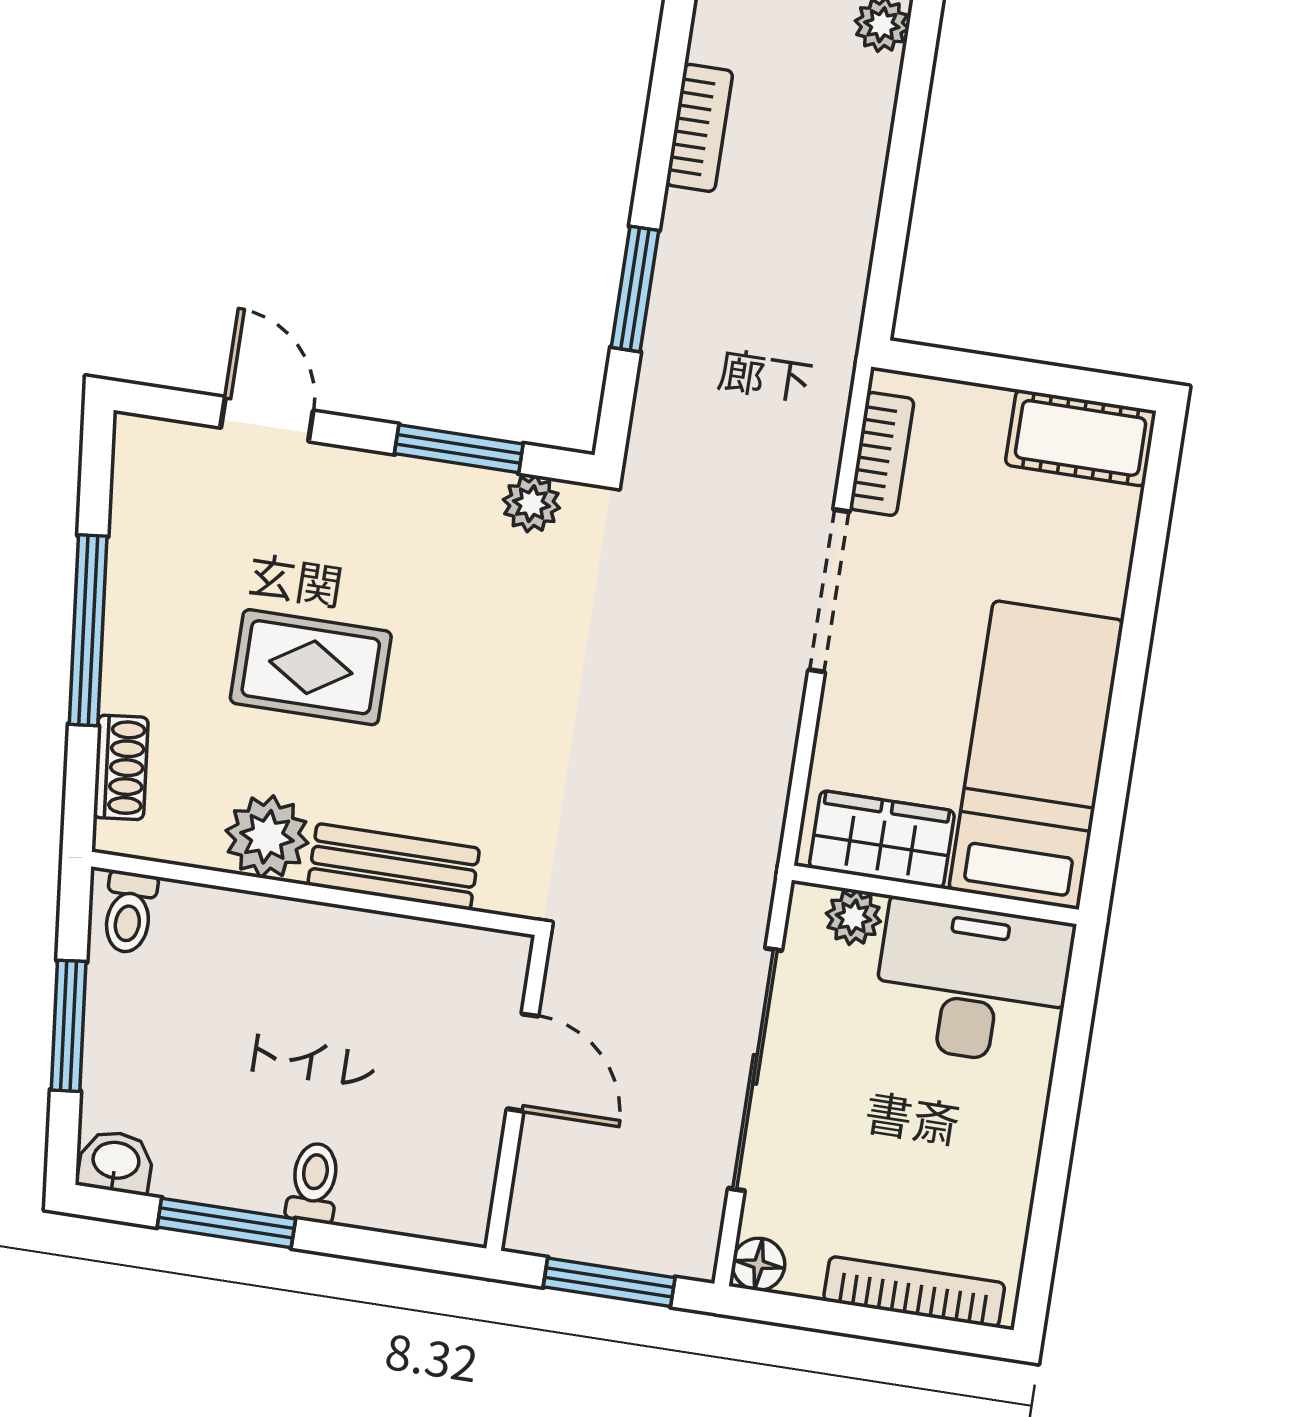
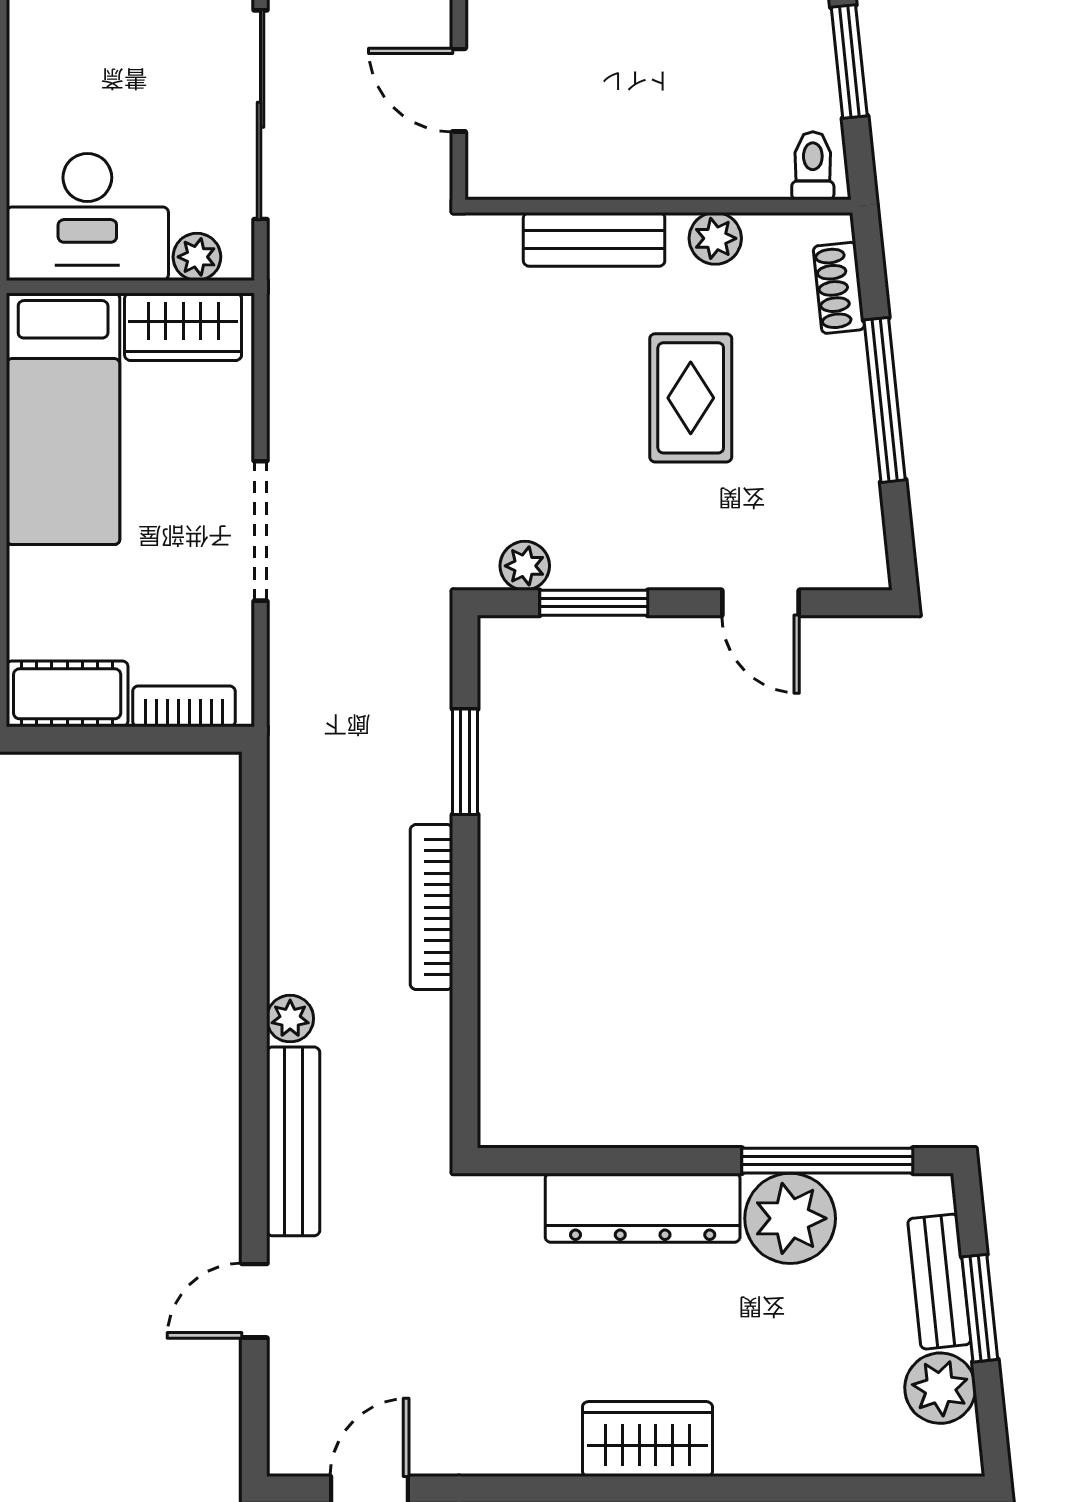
bookcase: (699, 128) -> (432, 907), width x1.56
bookcase: (882, 454) -> (184, 706), moved, turned 90
rug: (311, 667) -> (691, 398), turned 90
plant: (267, 837) -> (715, 238), width x0.73, depth x0.73

